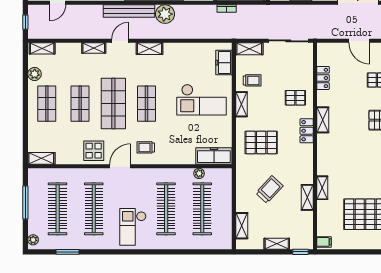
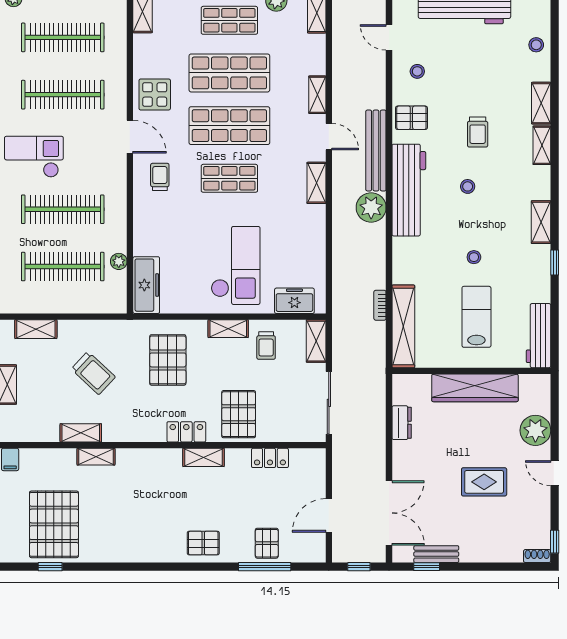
pallet: (295, 98) -> (239, 414), width x1.50, depth x1.42
checkout: (202, 100) -> (236, 265), turned 180
shop shelf: (80, 104) -> (229, 73), width x1.43, depth x1.36

